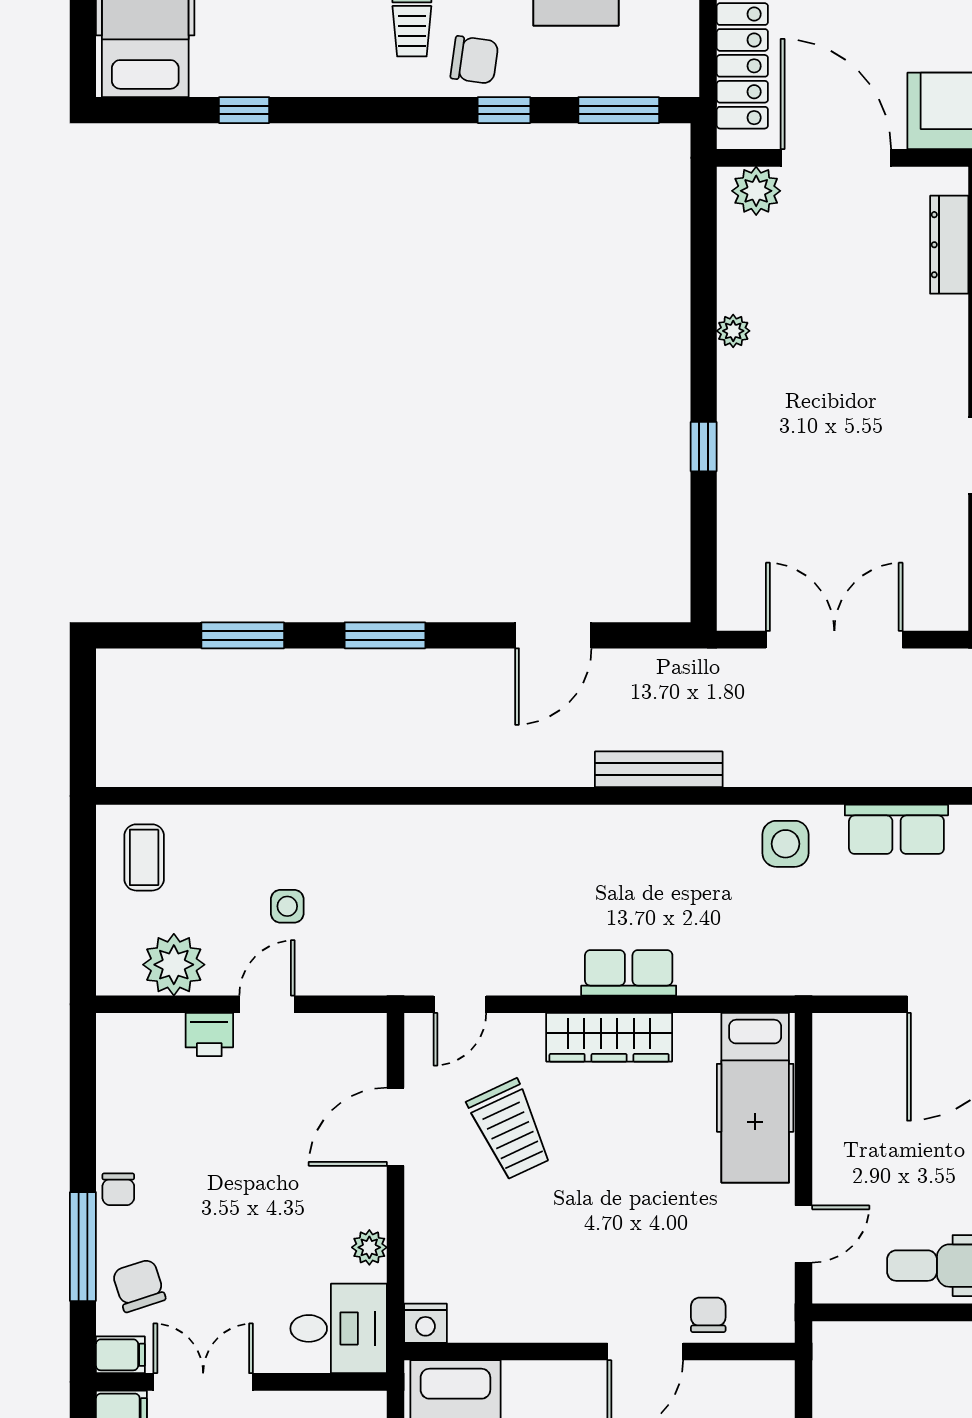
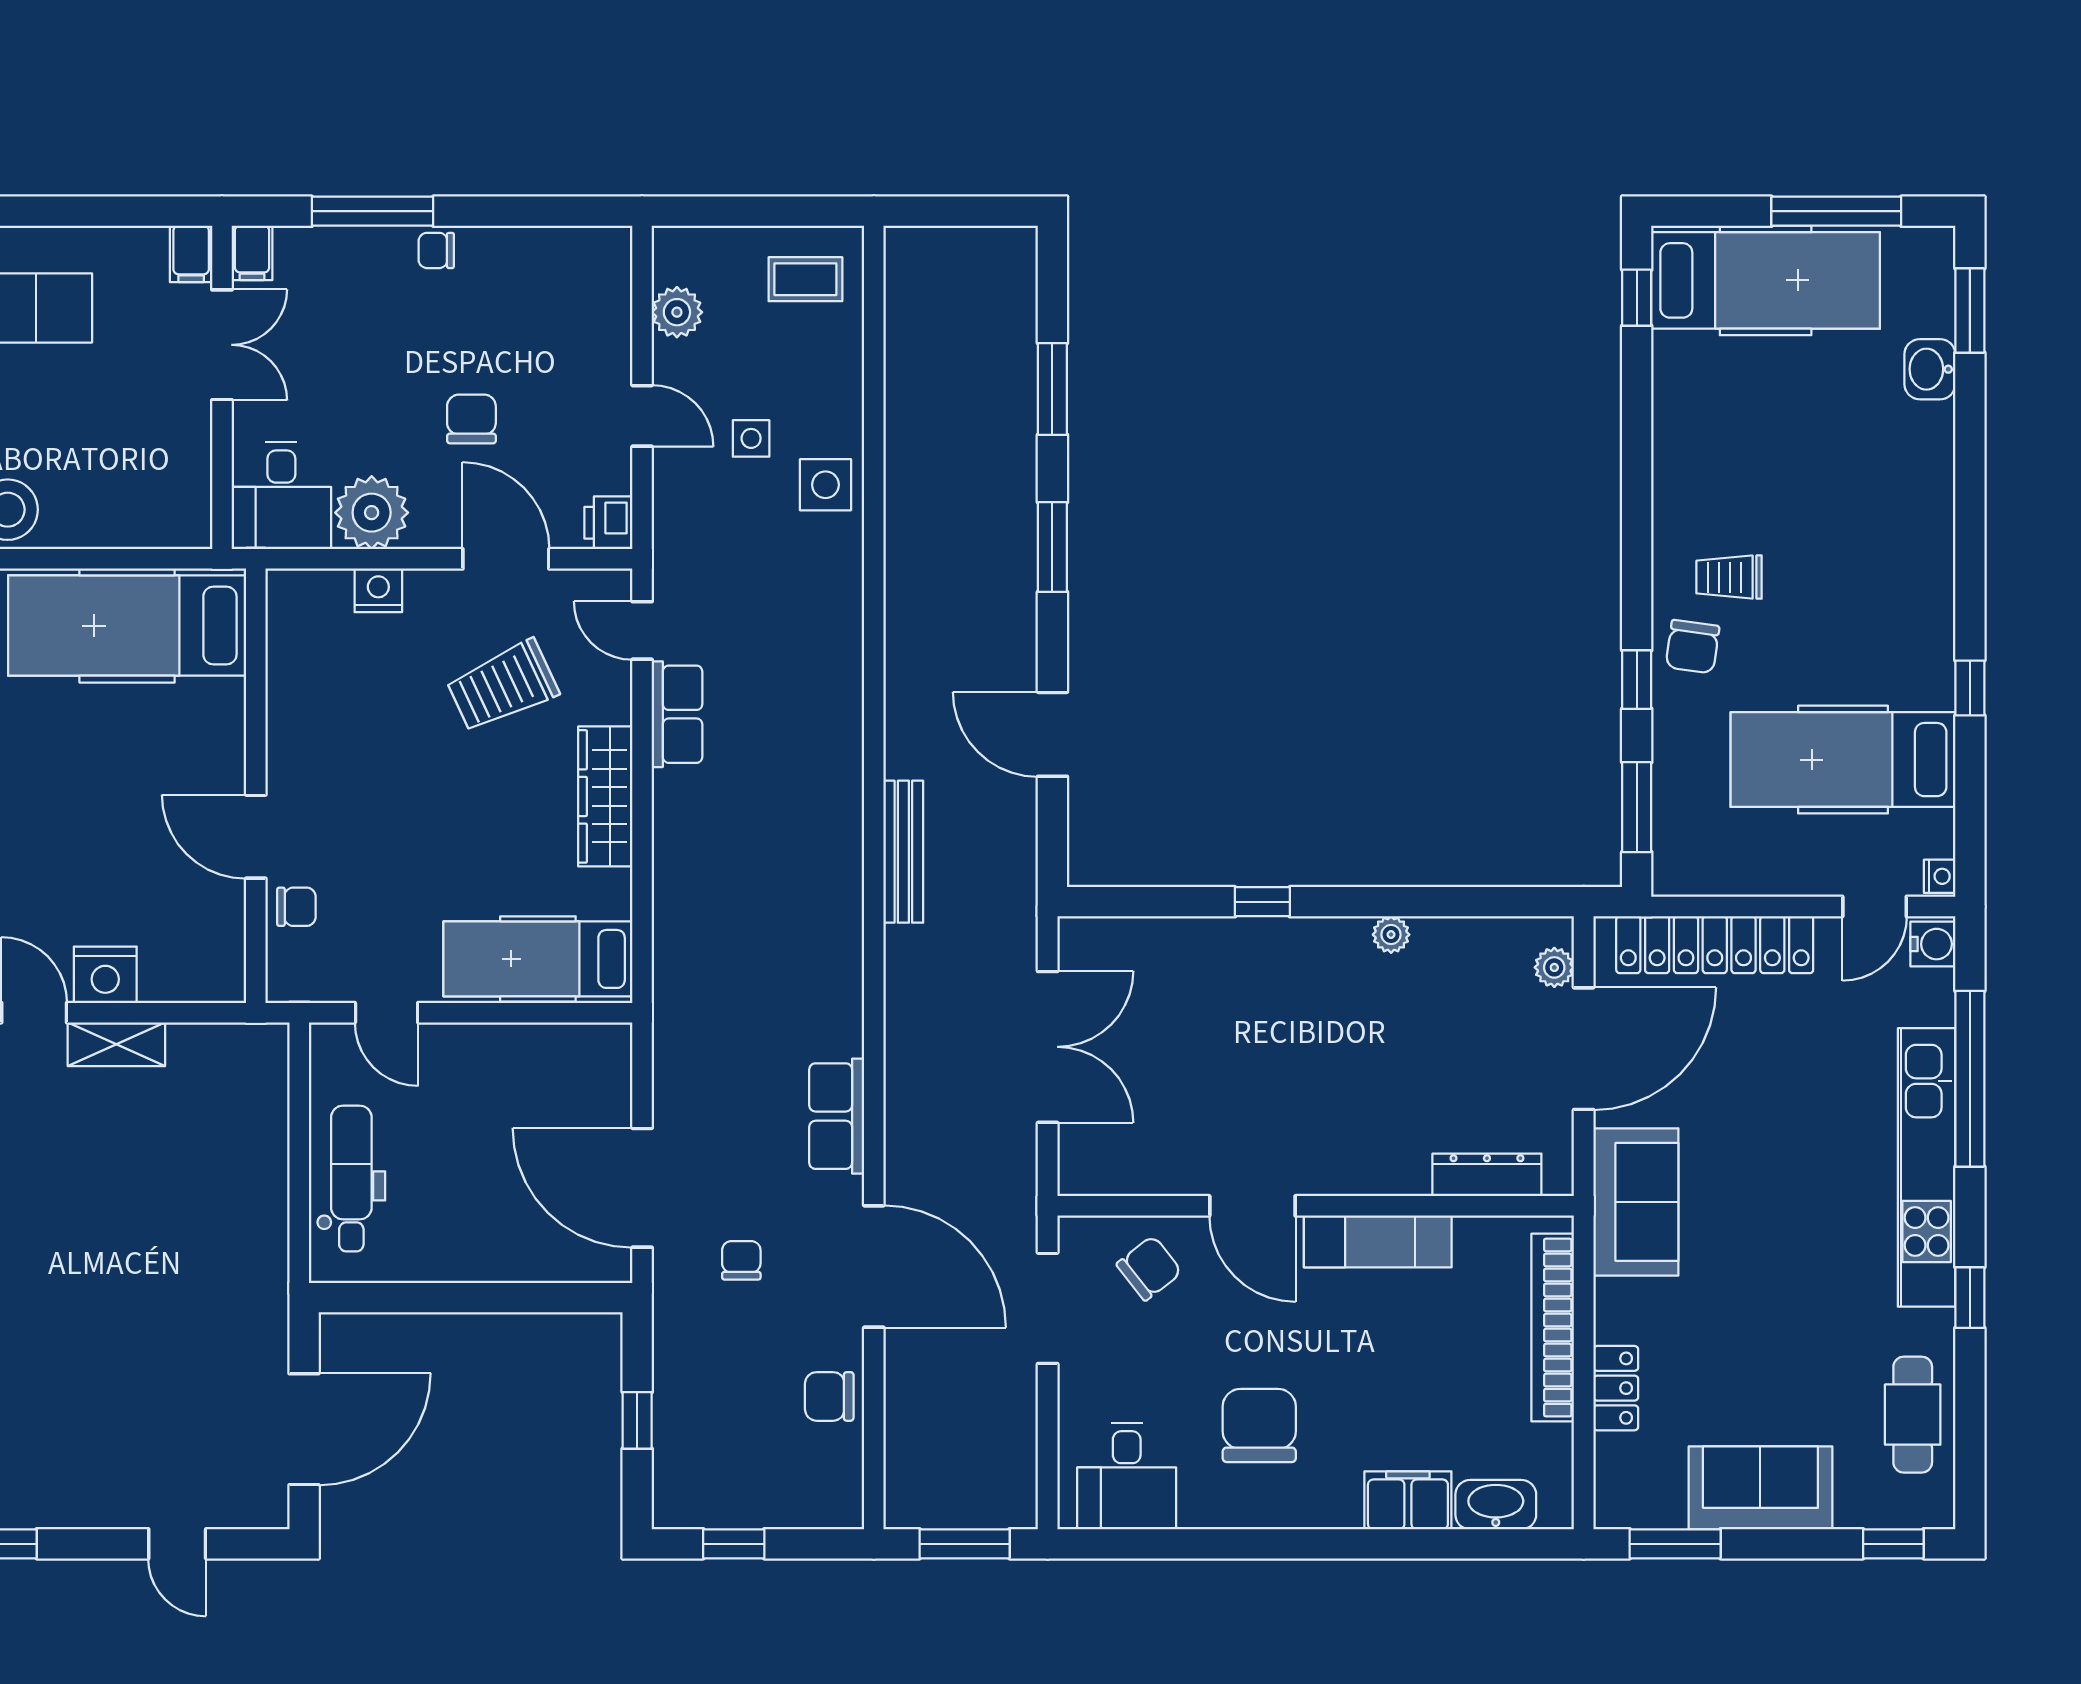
window: (244, 110) -> (1637, 298), moved
plant: (756, 191) -> (1554, 967), width x0.73, depth x0.73
side table: (785, 844) -> (825, 485), moved
plant: (174, 965) -> (677, 312), width x0.73, depth x0.73
row of seats: (629, 973) -> (677, 714), moved
printer: (209, 1035) -> (608, 523), moved
plant: (369, 1247) -> (372, 513), width x1.88, depth x1.88
chair: (139, 1286) -> (471, 419), moved, turned -72
nightstand: (426, 1323) -> (378, 590), moved, turned 90

